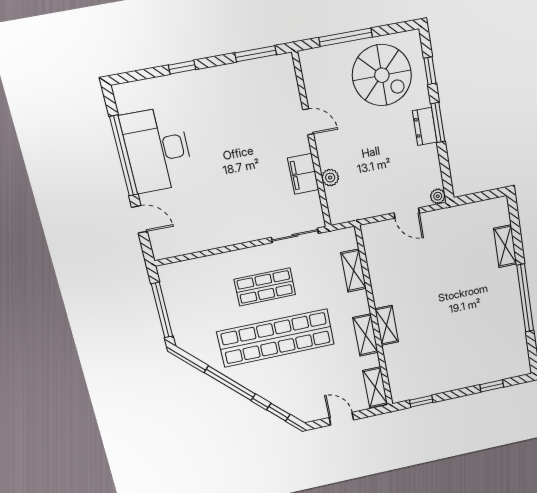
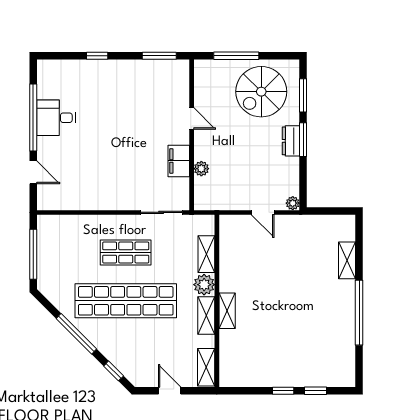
window: (430, 71) -> (303, 95), width x1.50
spiral stairs: (382, 75) -> (261, 92), turned 90
desk: (157, 150) -> (56, 118), width x0.53, depth x0.77
plant: (357, 303) -> (204, 285), added
window: (421, 401) -> (283, 391), moved

